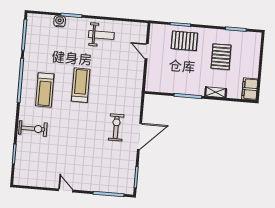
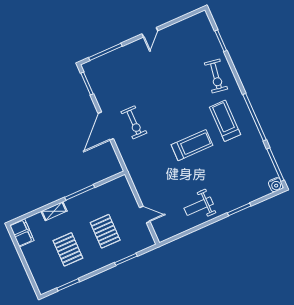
water cooler: (60, 21) -> (276, 185), moved
pallet: (184, 41) -> (105, 231), moved, turned 90
treadmill: (81, 85) -> (192, 145), turned -90
exercise bike: (33, 129) -> (216, 76), turned -81
door: (66, 190) -> (150, 32), hinge flipped

